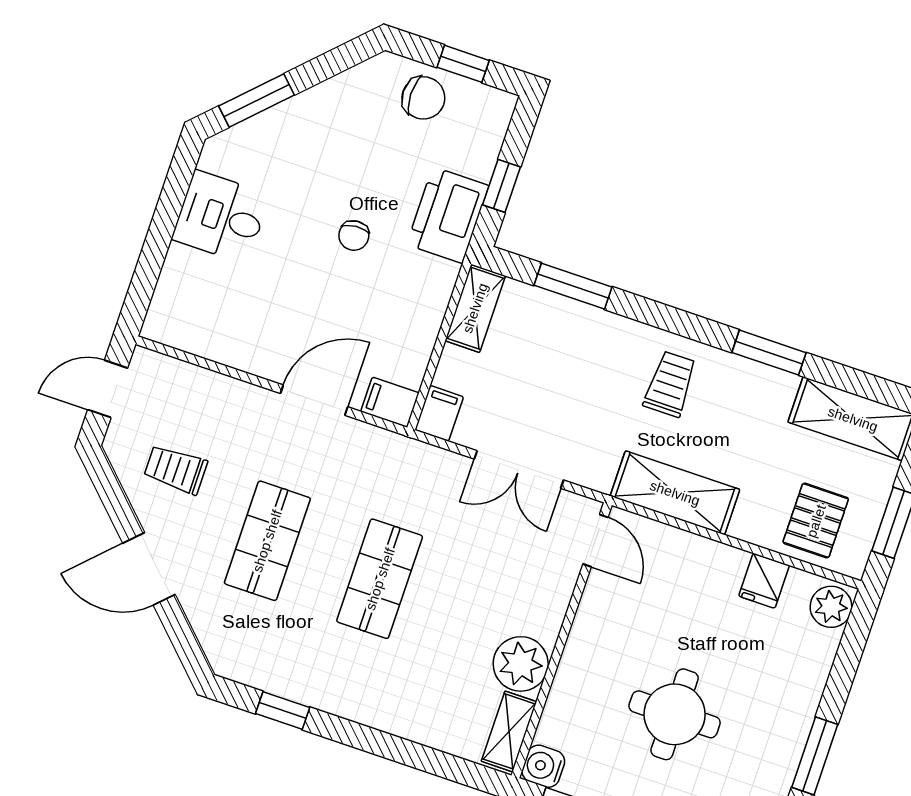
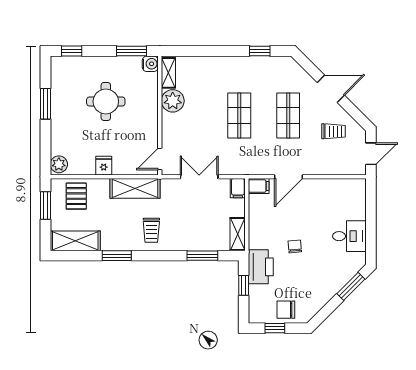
door: (595, 541) -> (160, 159), hinge flipped
fridge: (764, 581) -> (104, 166), moved

